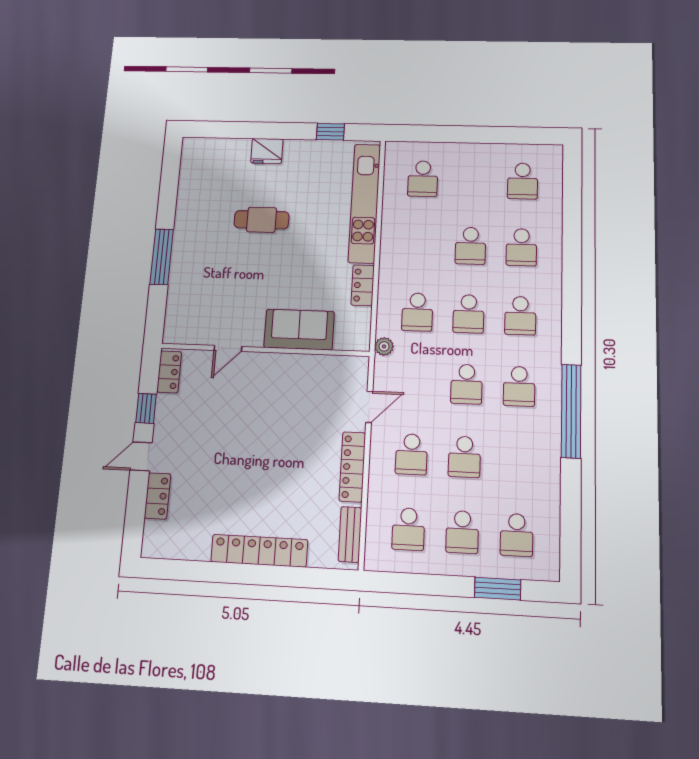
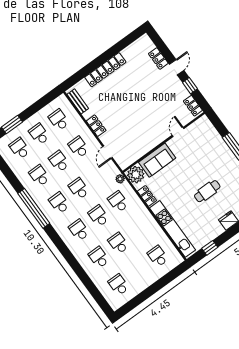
plant: (353, 333) -> (136, 175), added
school desk: (518, 459) -> (39, 176), added
locker: (352, 467) -> (96, 126), width x0.66

